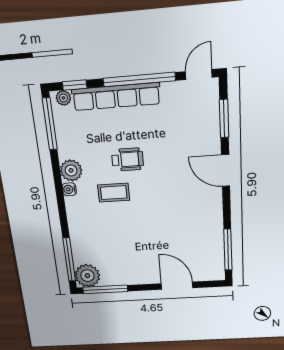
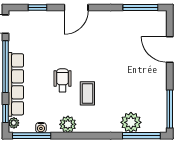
window: (224, 119) -> (38, 7), width x0.67
water cooler: (69, 189) -> (41, 128), moved
plant: (87, 276) -> (131, 122), moved
door: (177, 286) -> (170, 49), hinge flipped

